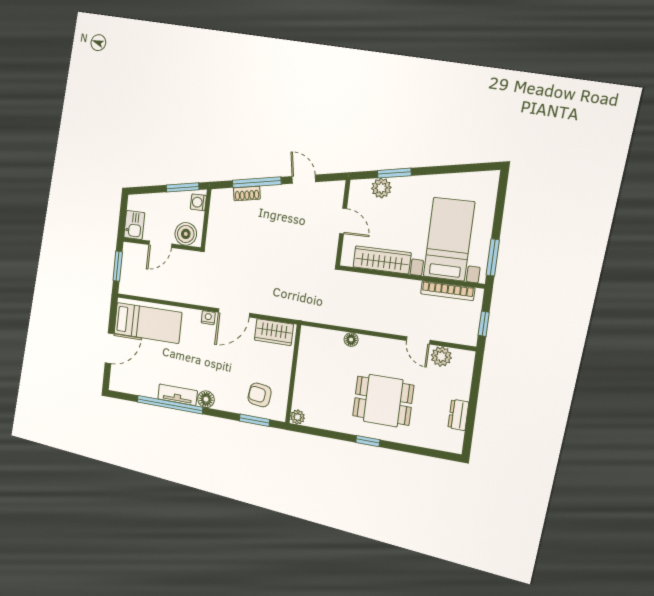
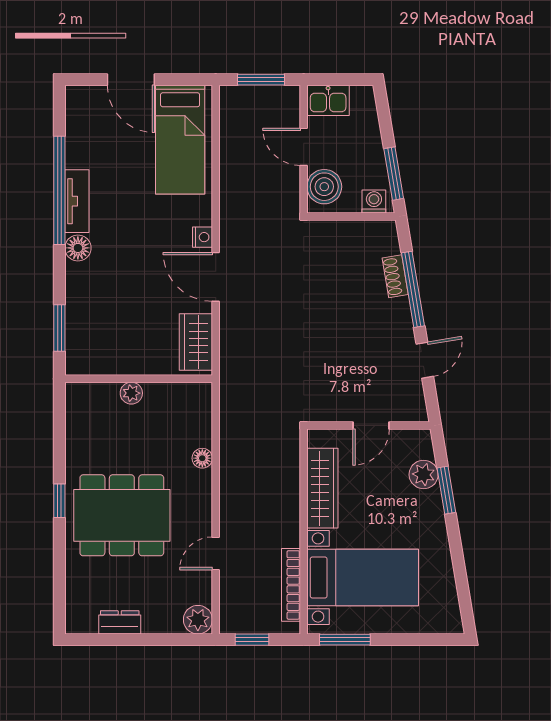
plant: (441, 356) -> (198, 620), moved
armchair: (260, 395) -> (99, 331), removed
dining table: (383, 401) -> (122, 515), width x1.38
plant: (298, 417) -> (131, 393), moved

